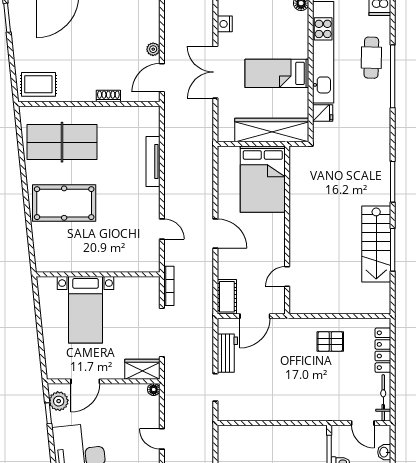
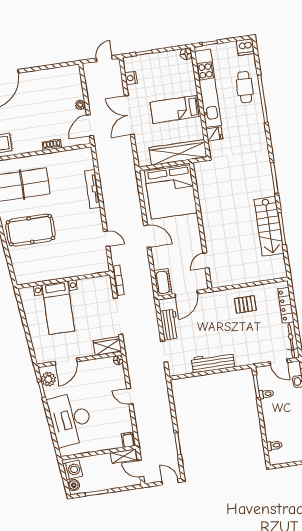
bed: (263, 179) -> (171, 191), width x1.36
workbench: (277, 411) -> (213, 362), added

